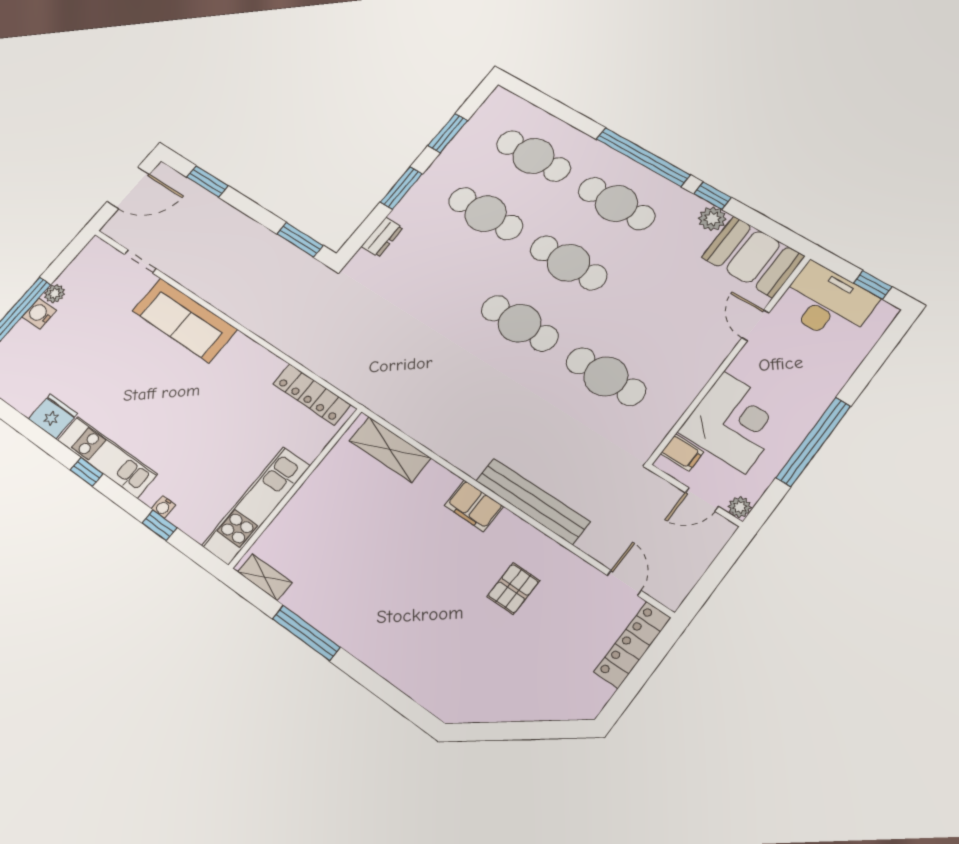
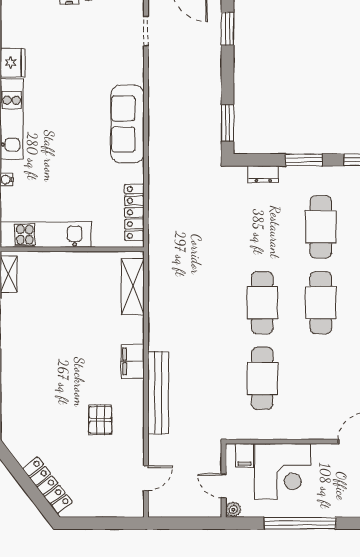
sofa: (185, 320) -> (127, 124), moved
pallet: (513, 589) -> (100, 420), turned 90
locker: (633, 645) -> (47, 485), moved, turned 53

